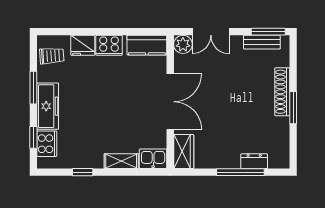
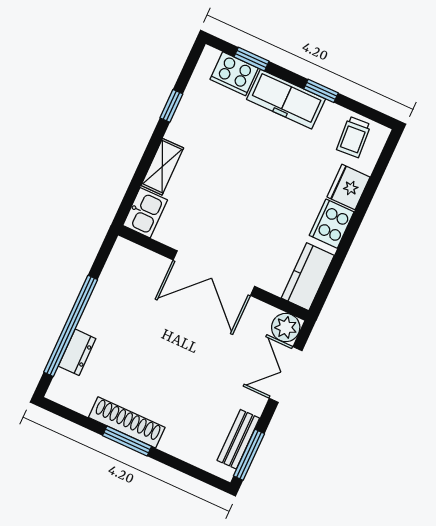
window: (33, 88) -> (321, 91), width x0.67
shoe rack: (282, 92) -> (127, 422), moved
wardrobe: (184, 152) -> (136, 260), removed
window: (240, 172) -> (71, 326), width x1.46

